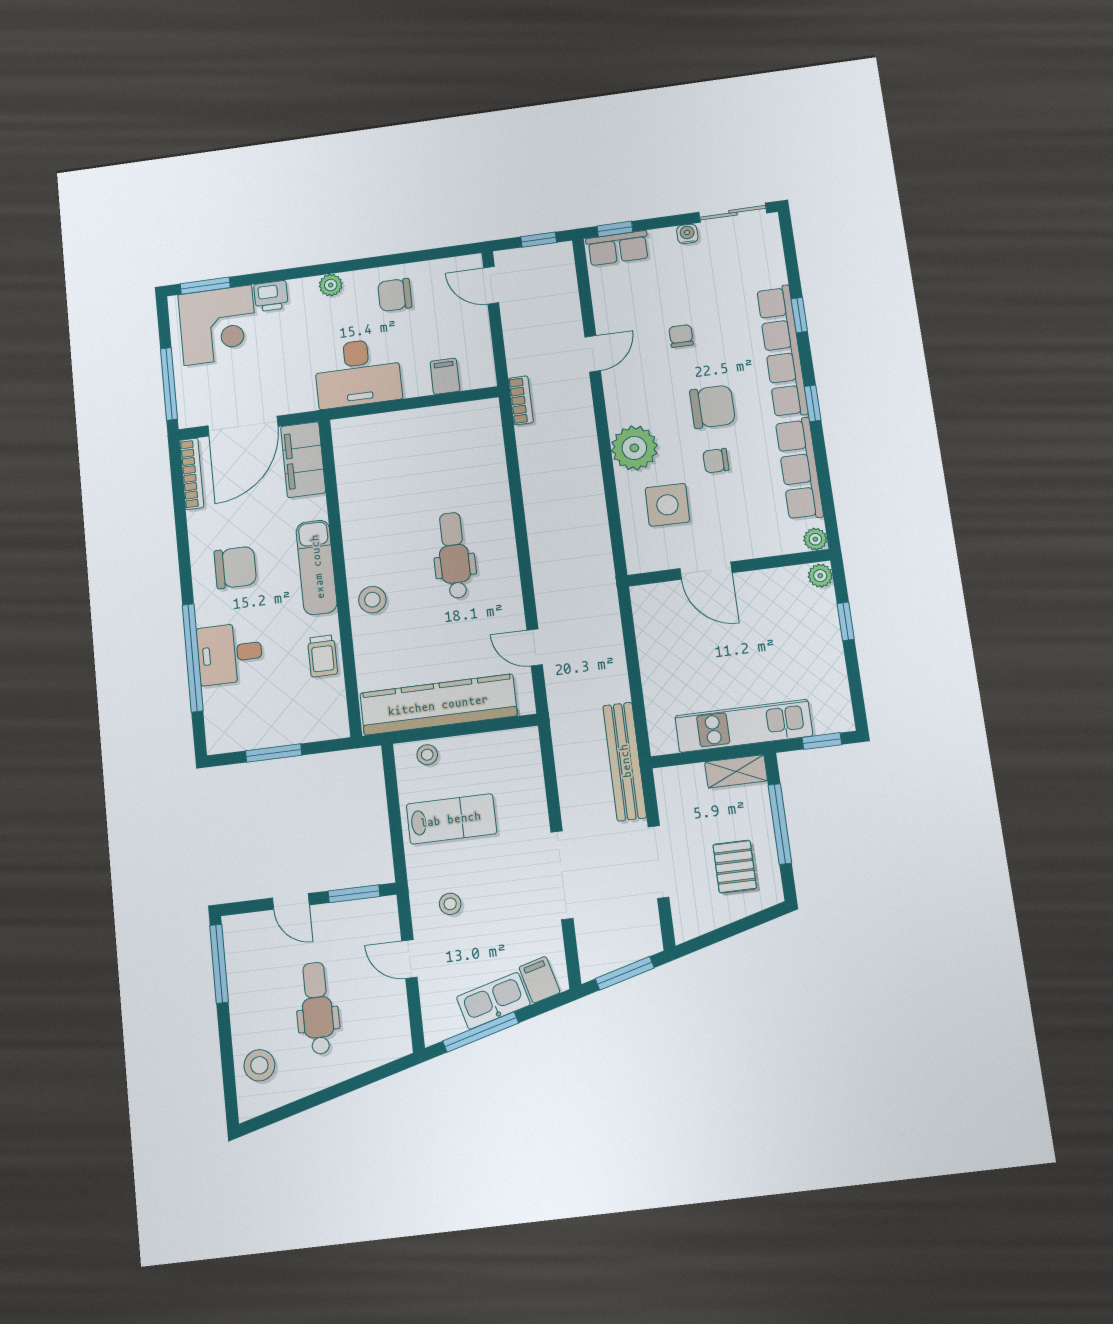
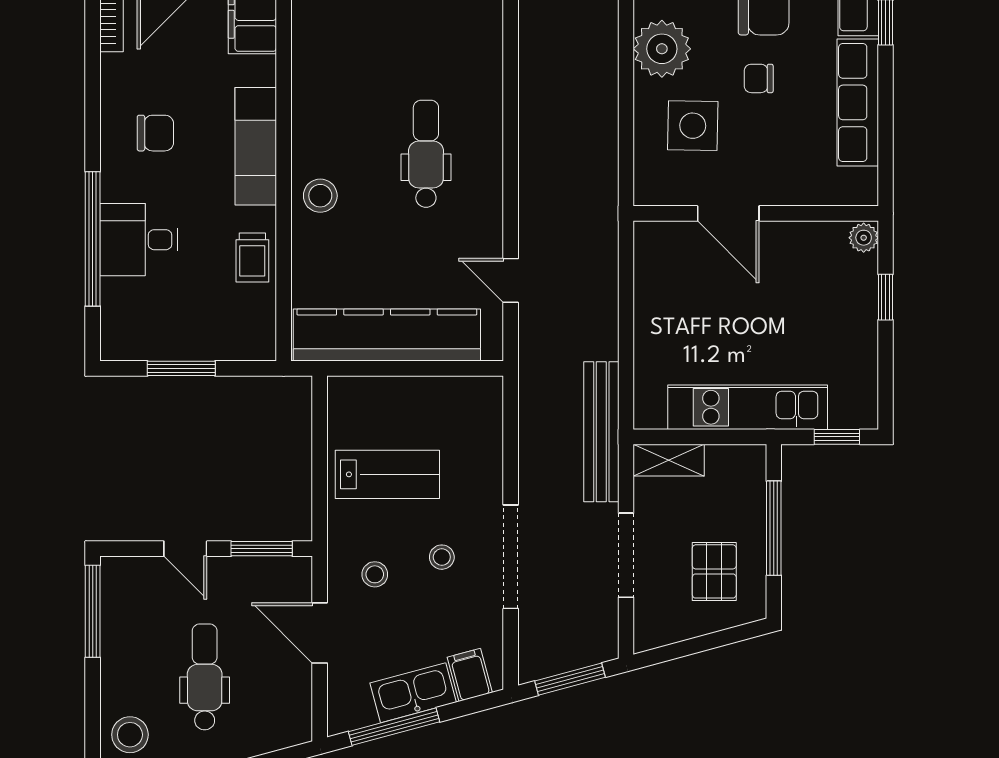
plant: (815, 539) -> (864, 192), removed
chair: (235, 567) -> (155, 133), width x0.73, depth x0.73
stool: (427, 755) -> (442, 557), moved
shelving: (736, 771) -> (669, 460), moved
door: (409, 959) -> (320, 633), width x1.38

